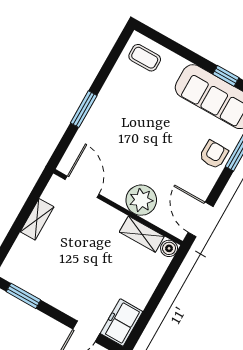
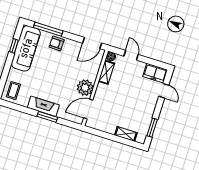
fireplace: (104, 106) -> (43, 106), added
plant: (141, 200) -> (85, 88), moved
shelving: (37, 219) -> (126, 134), moved
door: (163, 286) -> (131, 55), added

